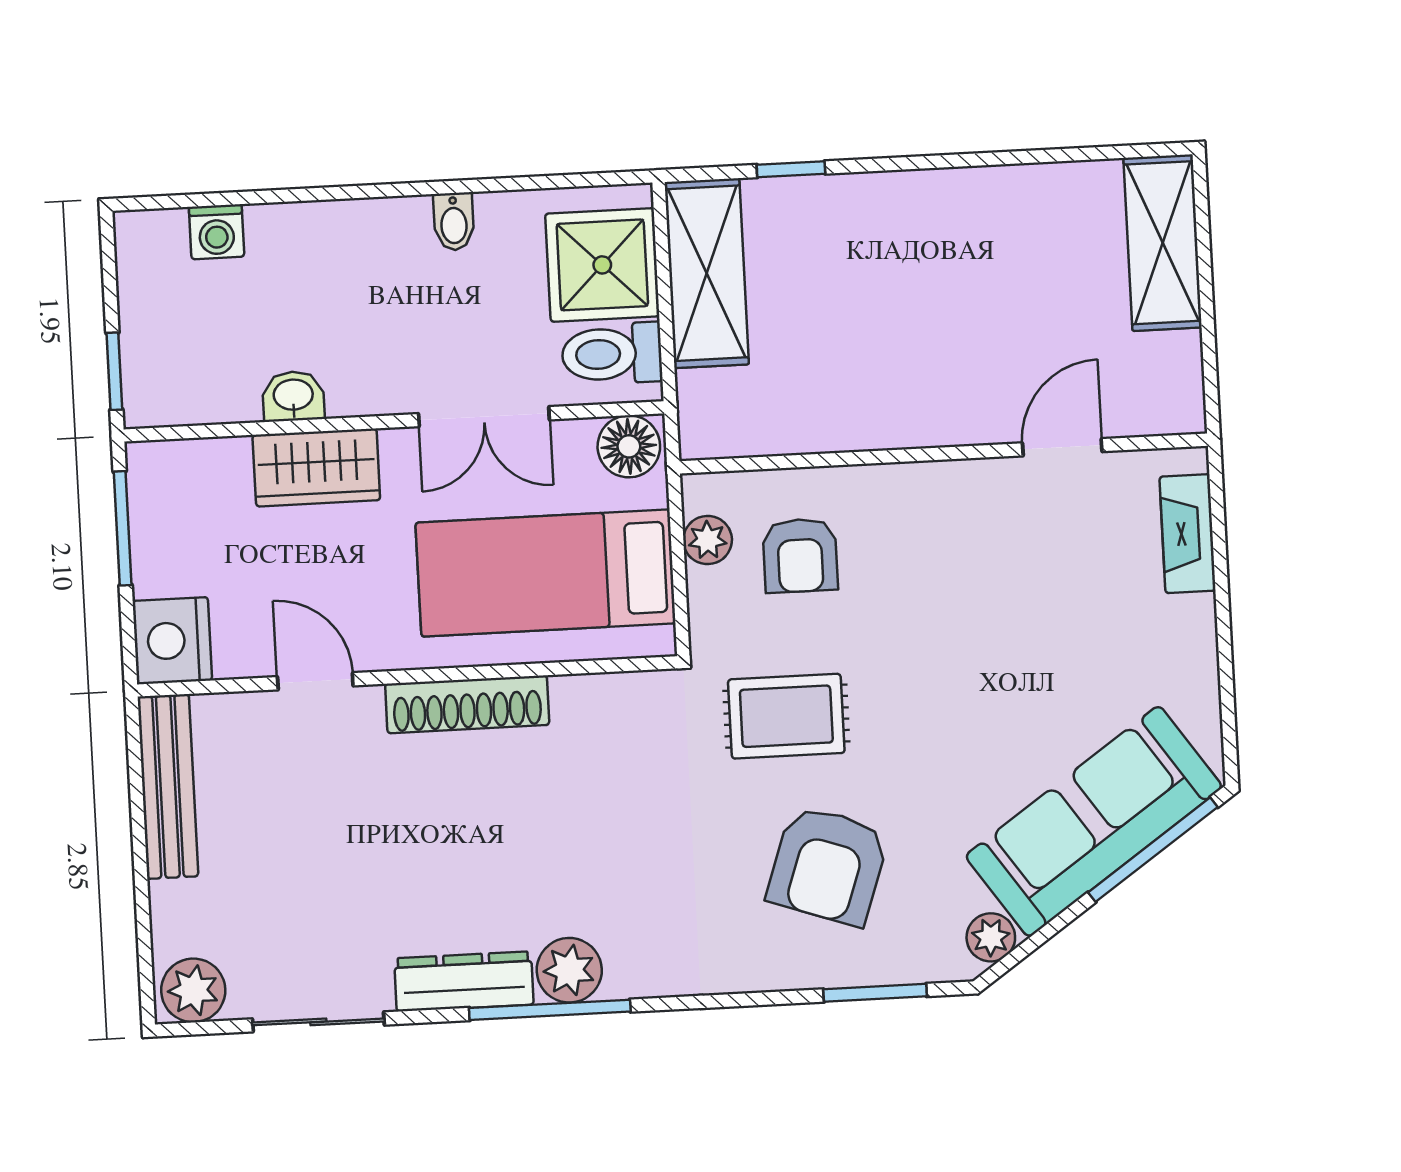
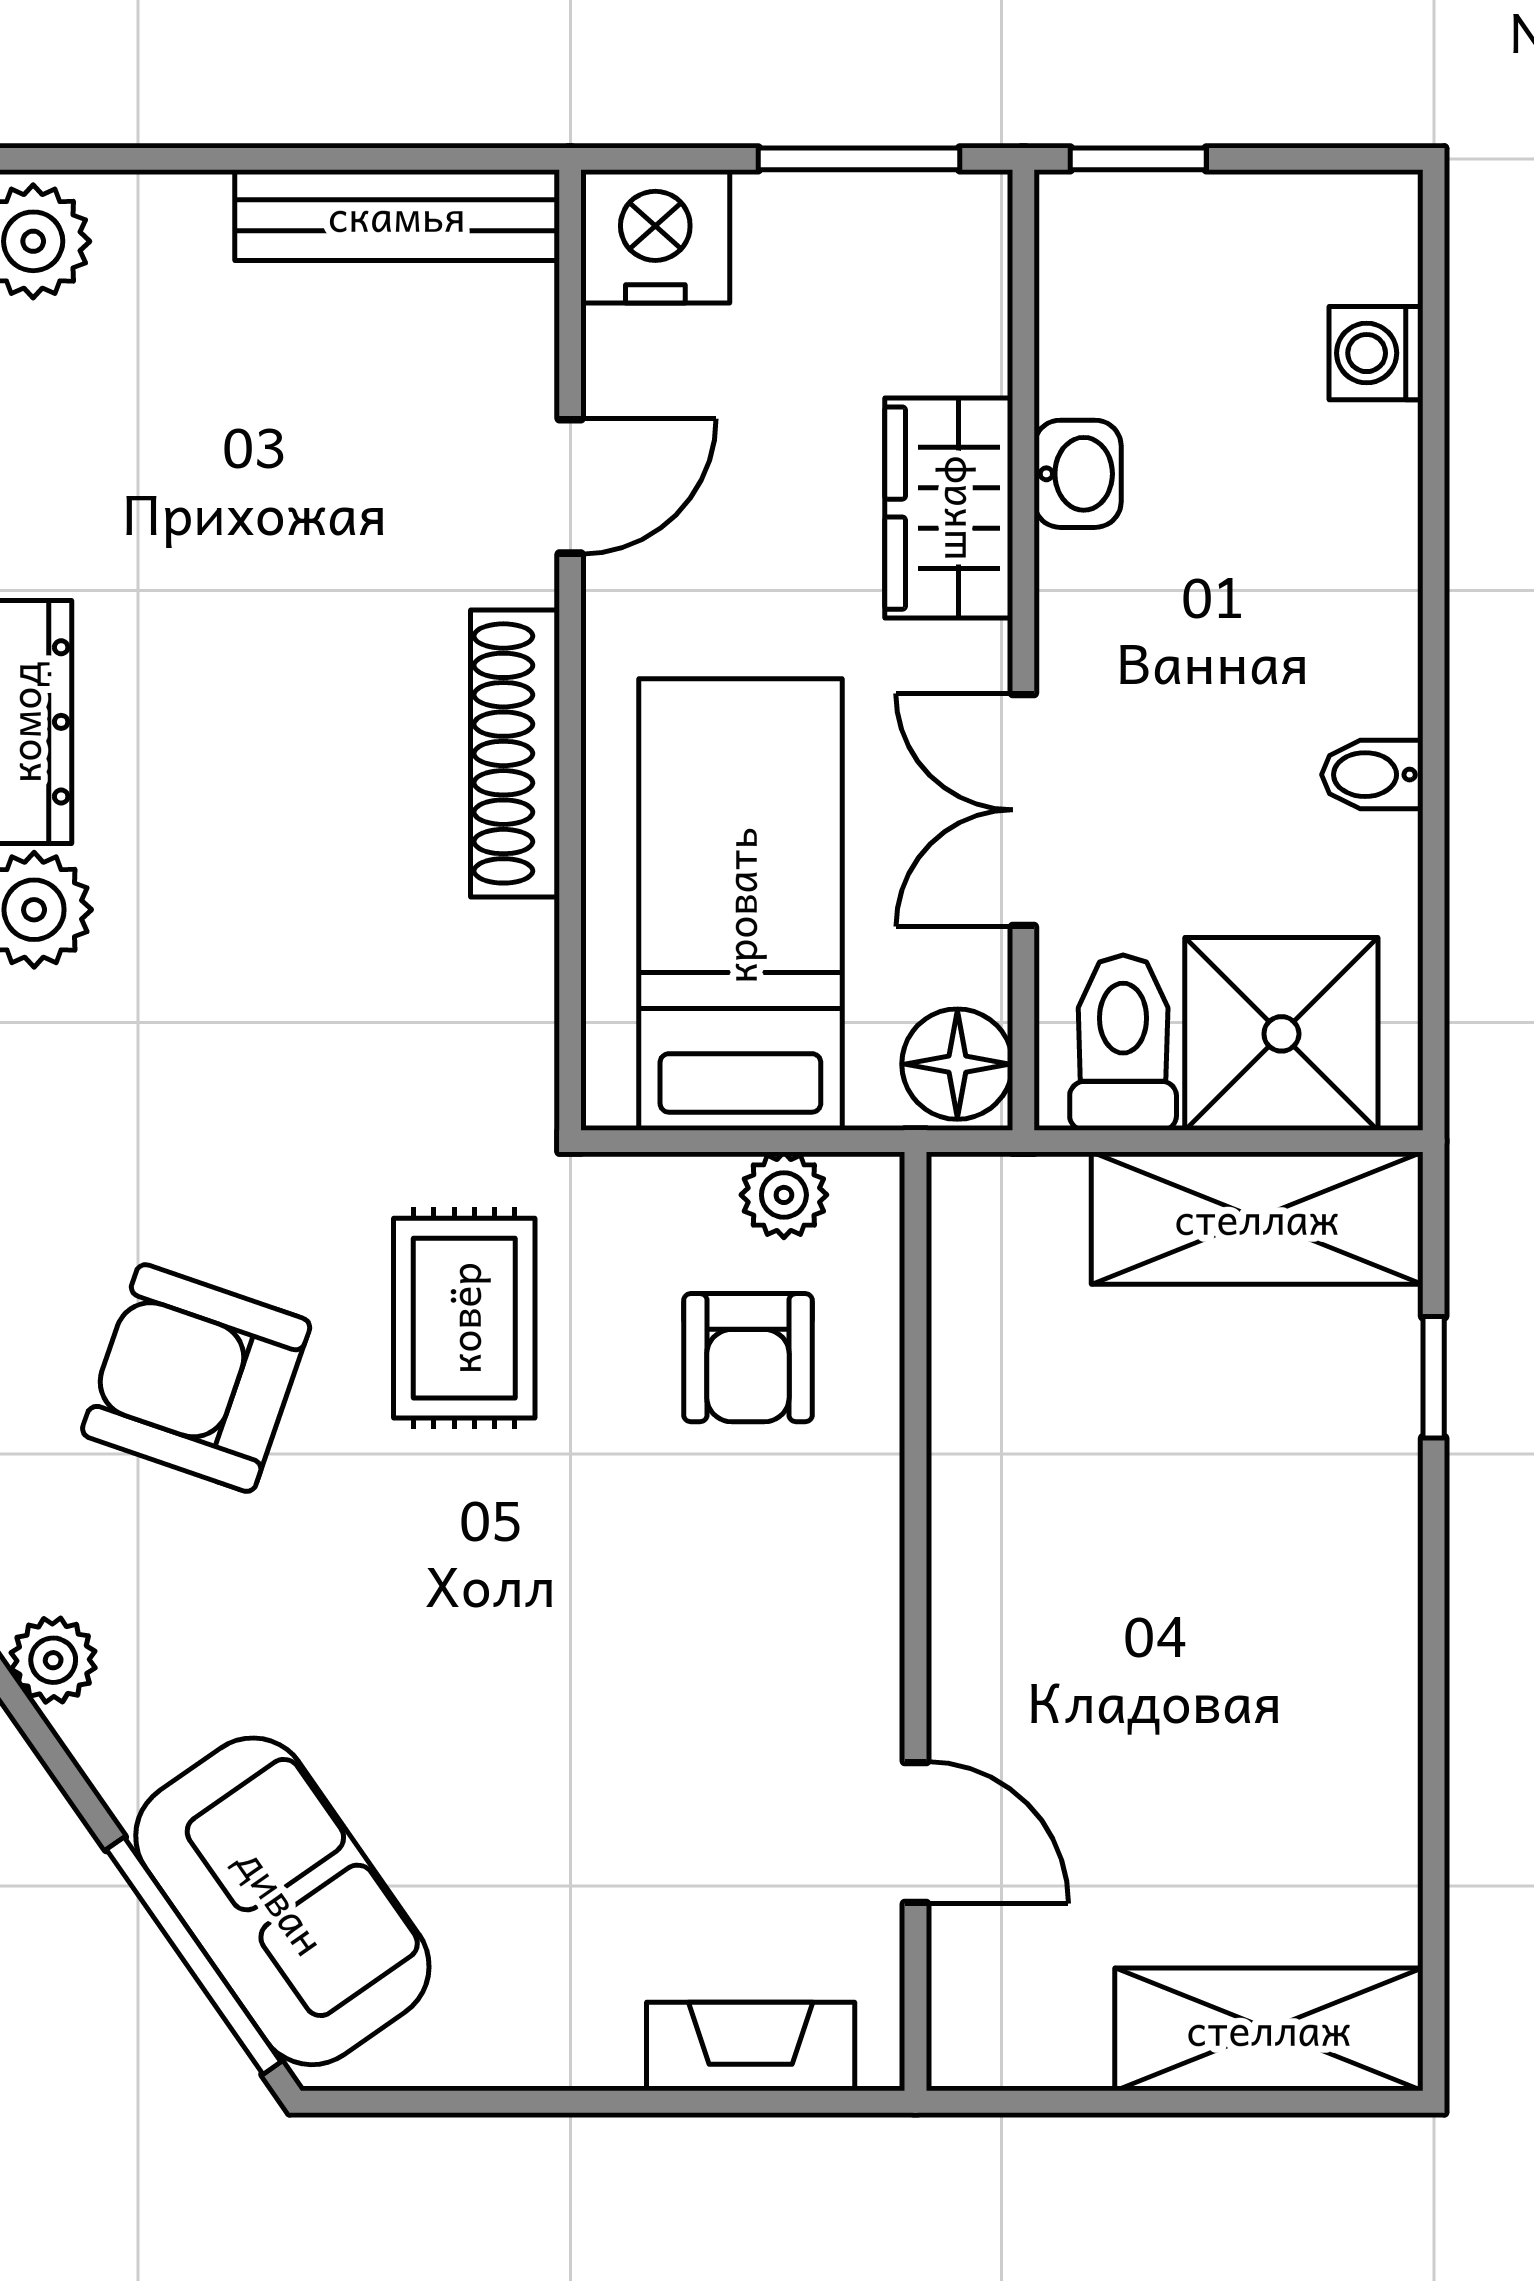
armchair: (800, 555) -> (748, 1358), turned -90
sofa: (1094, 821) -> (282, 1901), width x0.73

